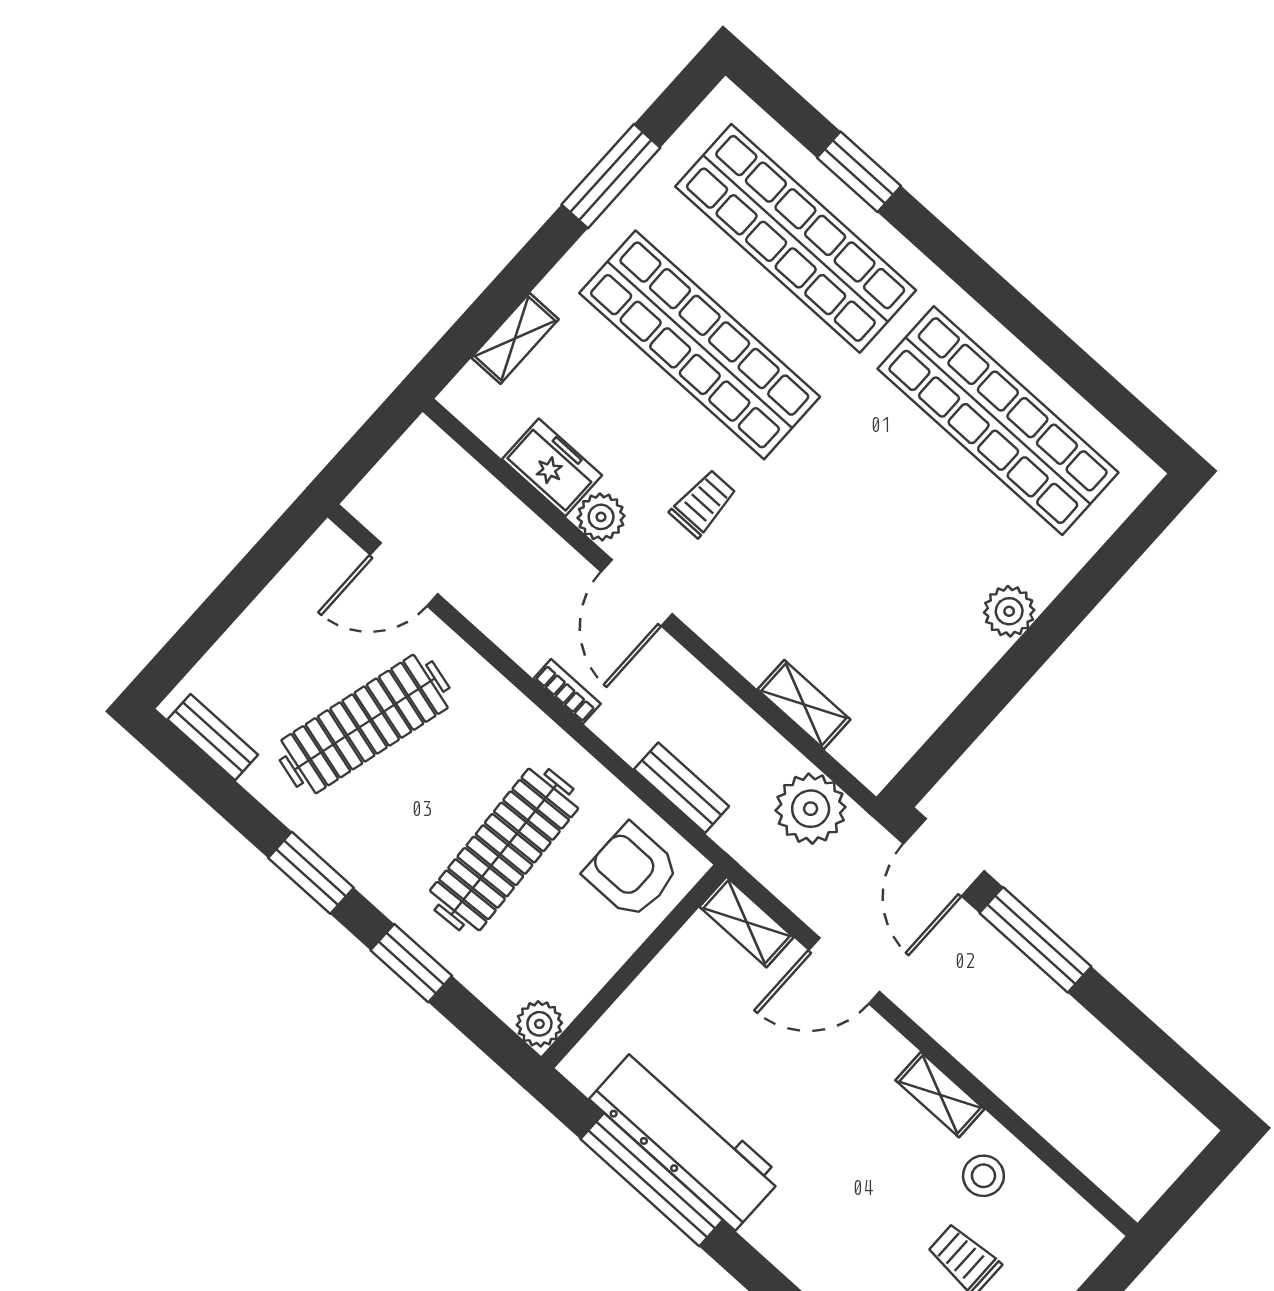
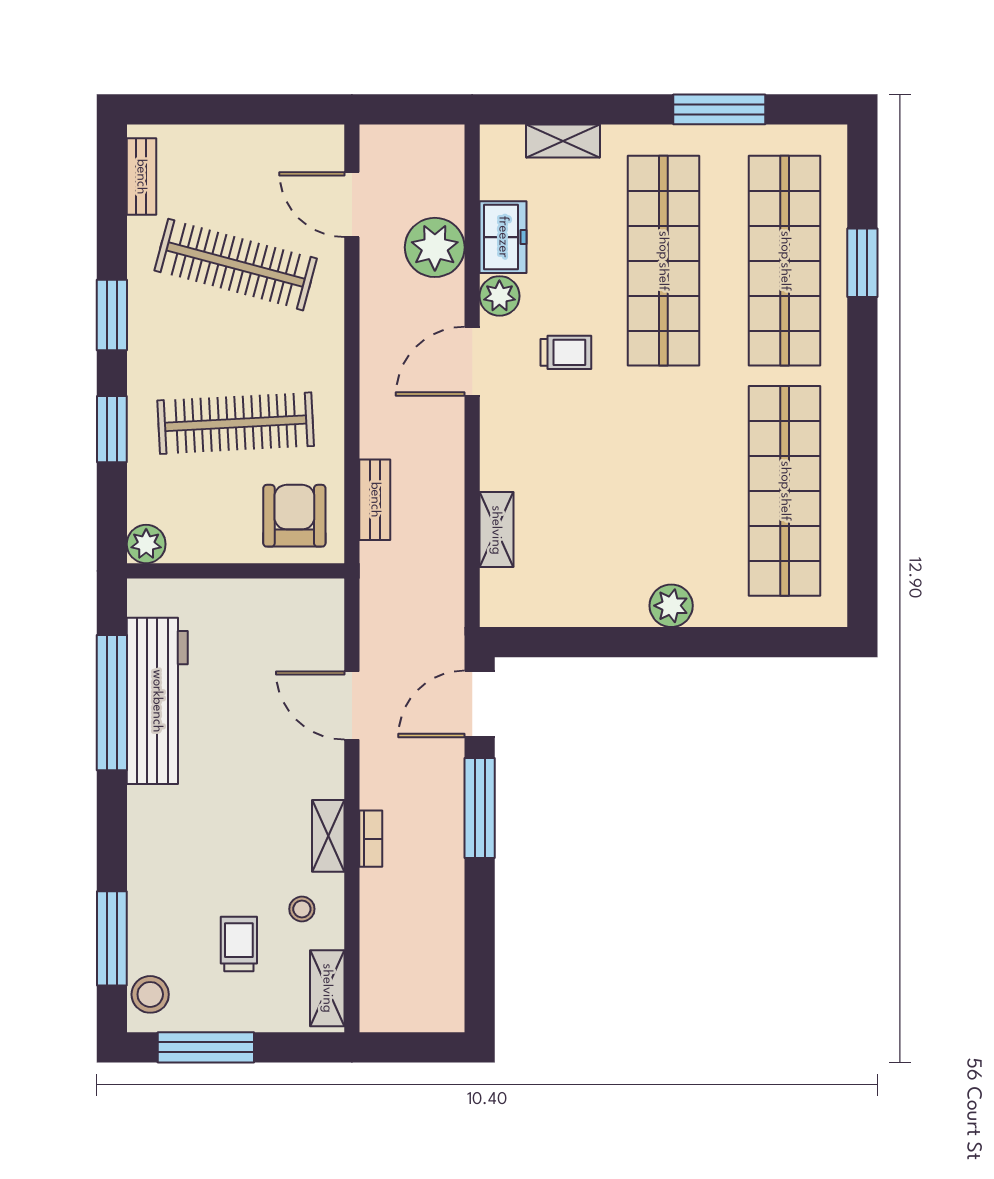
bookcase: (567, 691) -> (371, 839), moved
plant: (811, 809) -> (435, 247), moved
shelving: (747, 922) -> (327, 988), moved
stool: (983, 1176) -> (302, 909), width x0.73, depth x0.73

